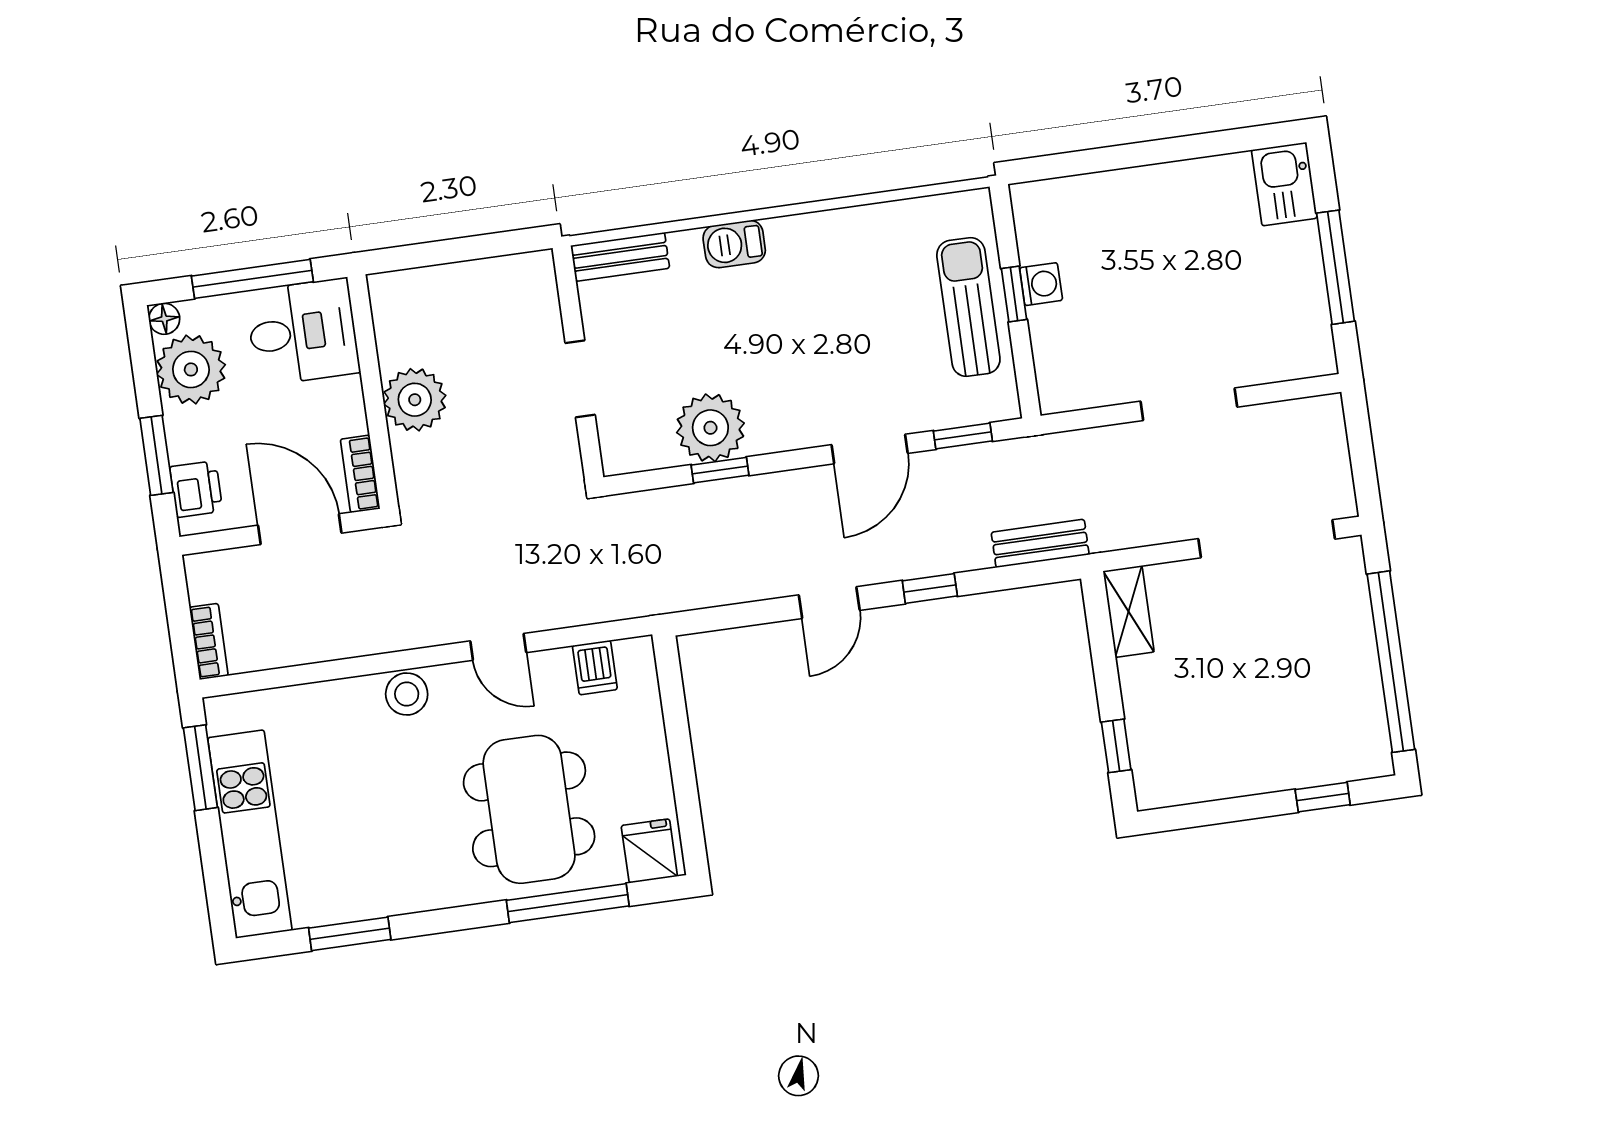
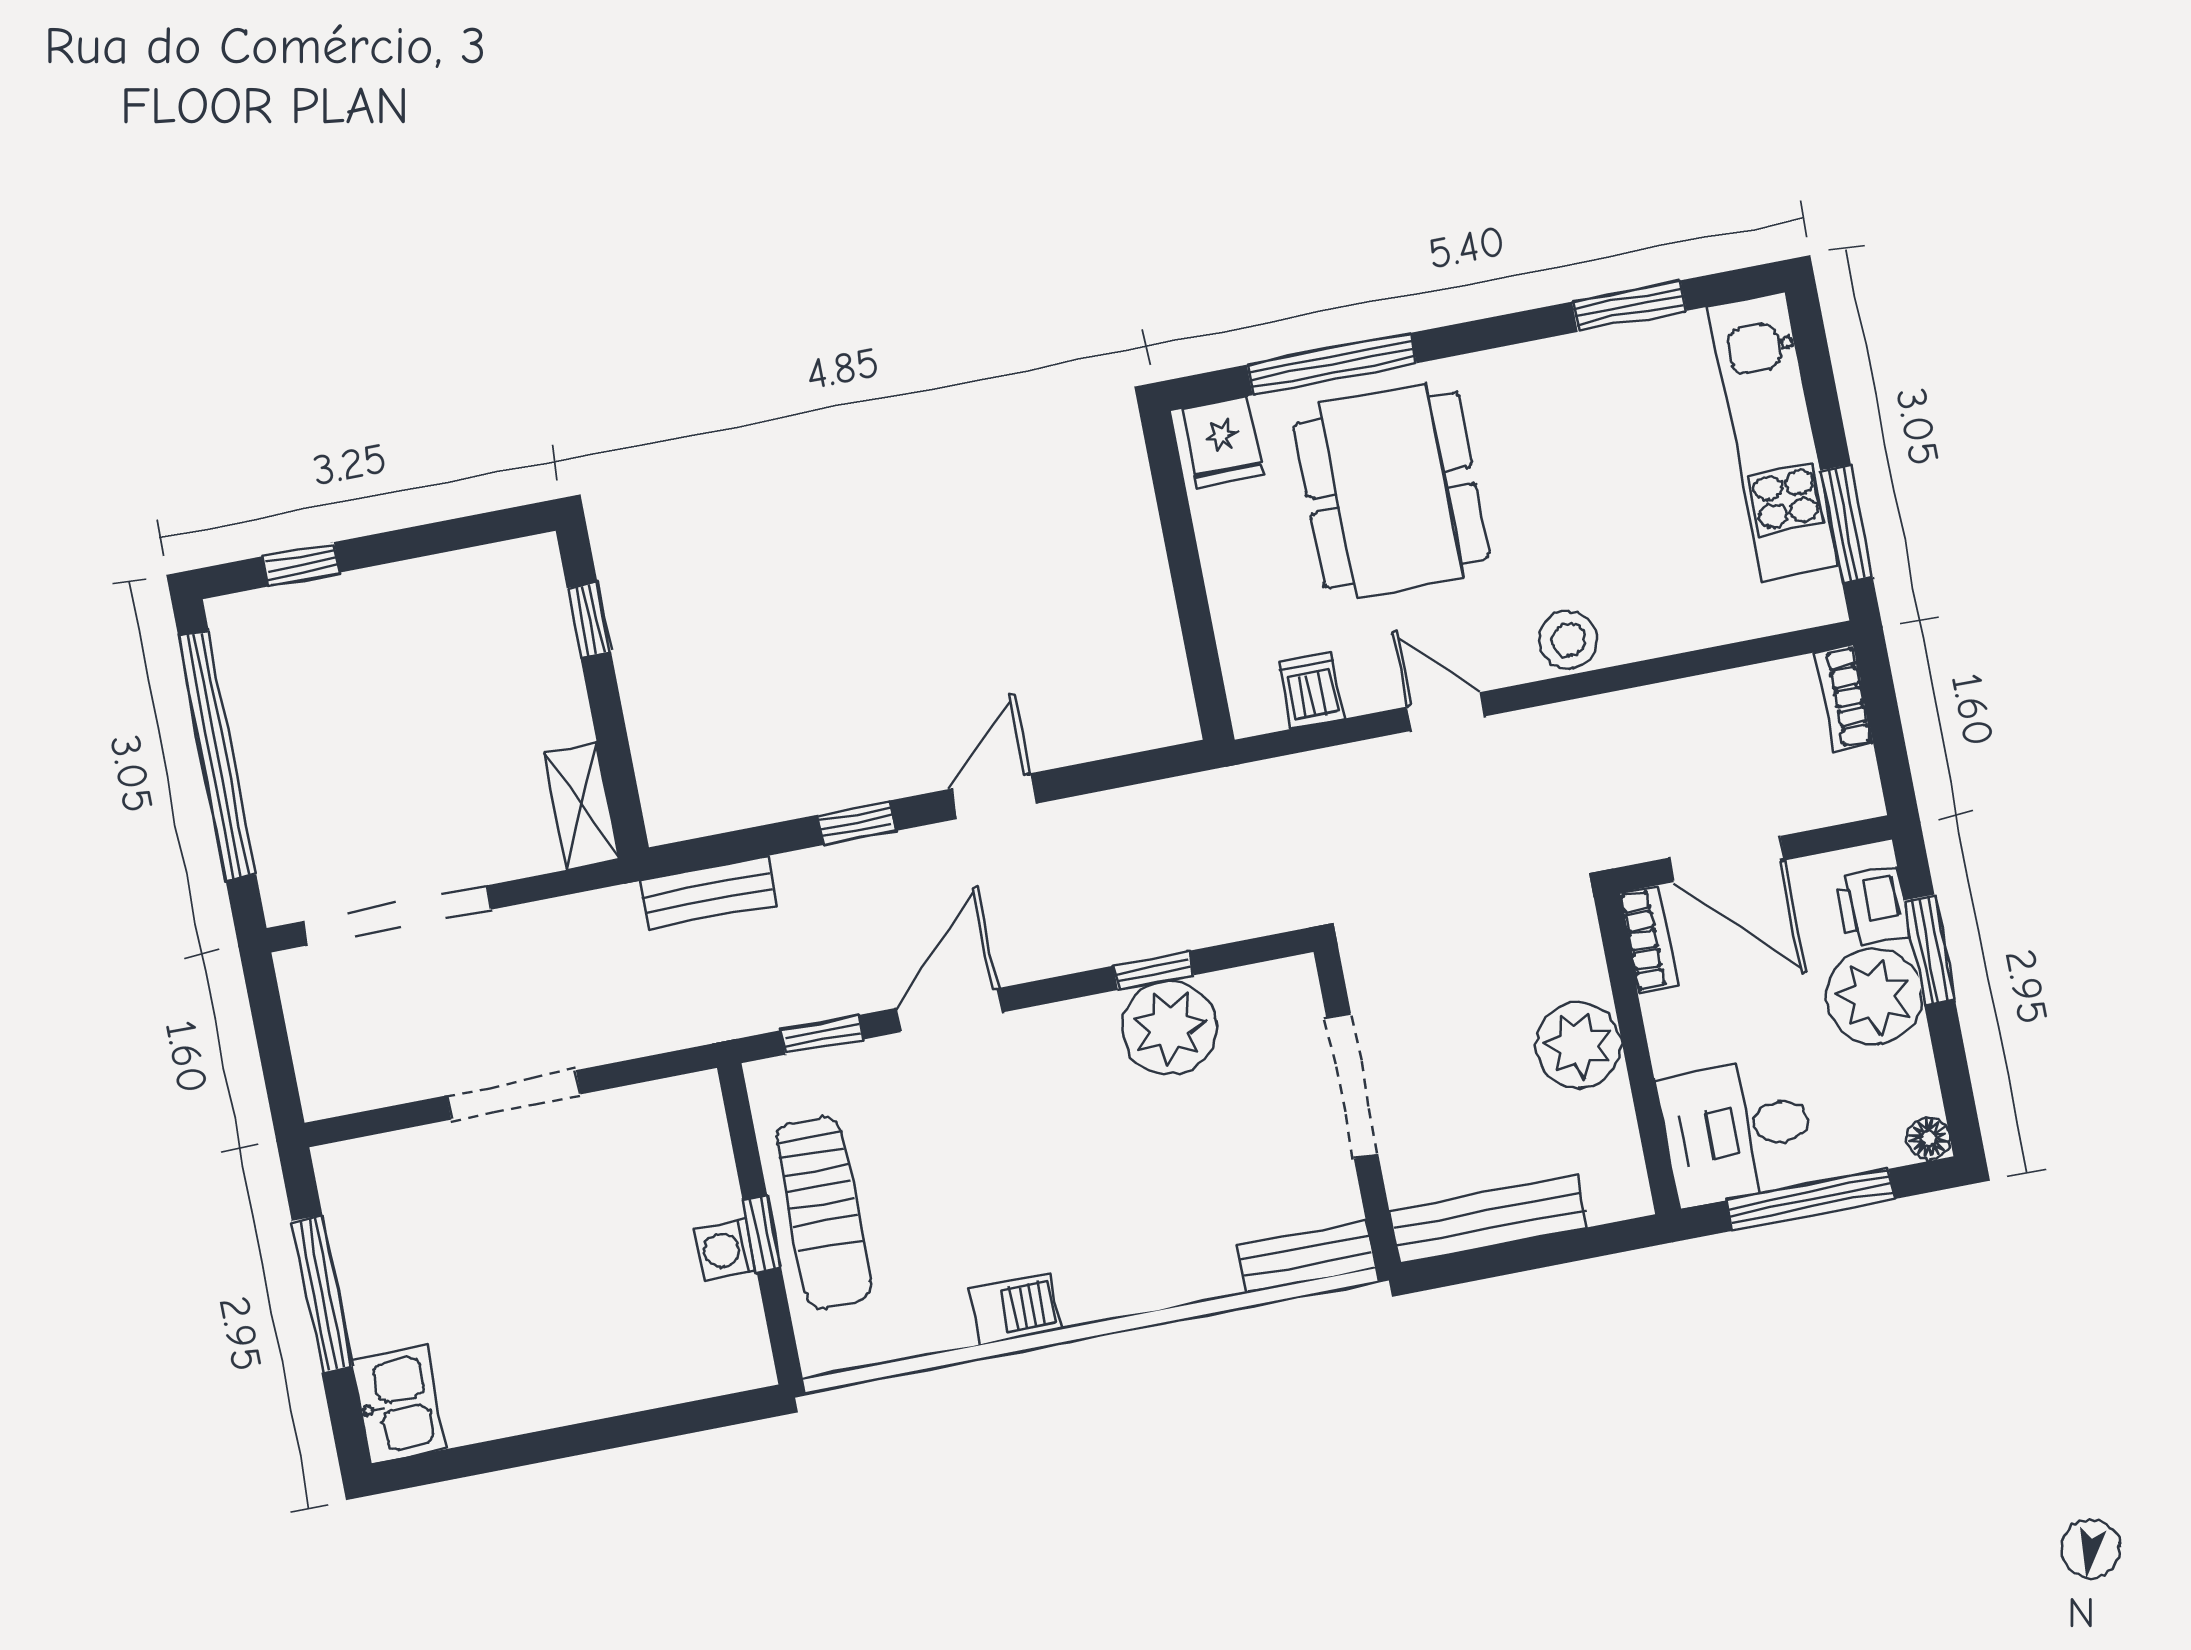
barbecue: (734, 244) -> (1016, 1309), moved
bench: (487, 277) -> (1488, 1219), added
plant: (191, 369) -> (1874, 996), moved
doorway: (580, 379) -> (1352, 1086), width x1.38

